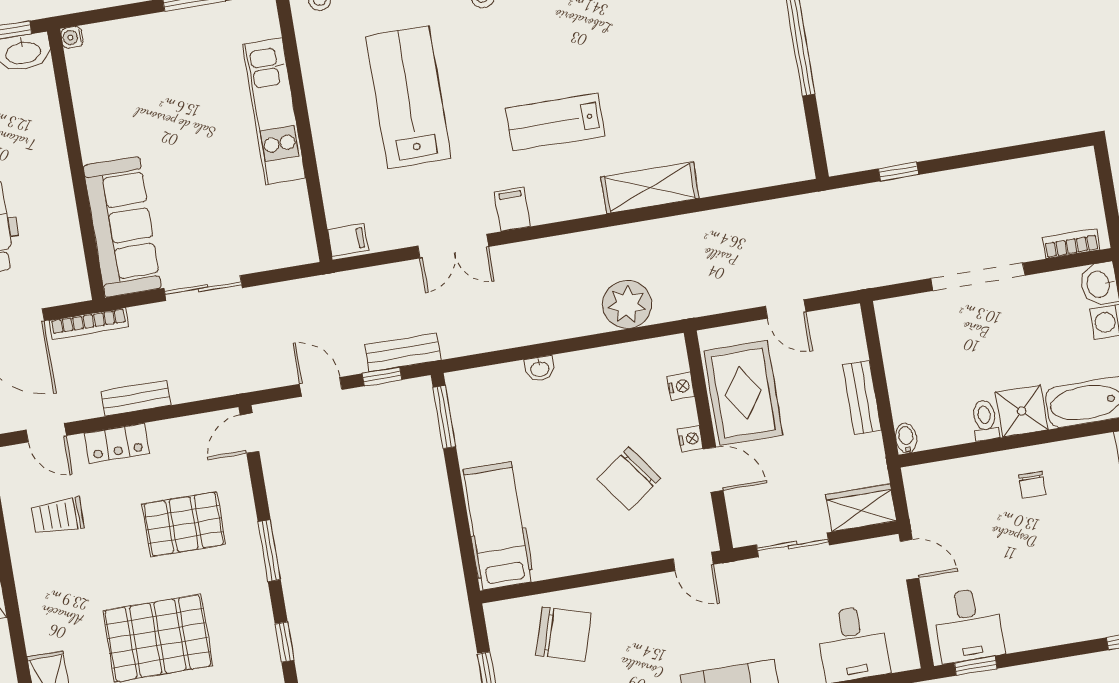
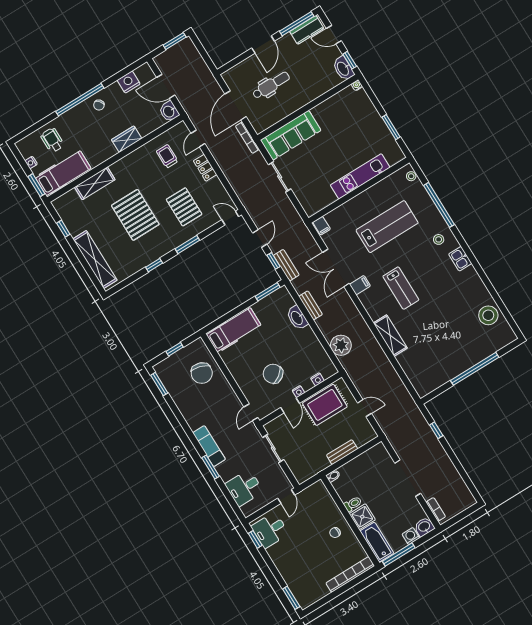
lab bench: (555, 122) -> (401, 288), turned 180
double door: (453, 246) -> (336, 268), width x1.37
door: (786, 309) -> (364, 408), swing flipped
washbasin: (540, 368) -> (297, 318), width x1.91, depth x1.45
bench: (136, 398) -> (311, 305), moved
wardrobe: (861, 508) -> (299, 469), removed

